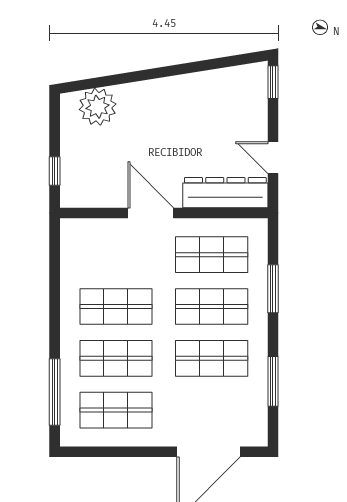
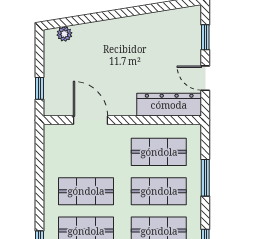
window: (273, 82) -> (205, 37), moved
plant: (98, 107) -> (64, 34), width x0.53, depth x0.53
door: (151, 213) -> (90, 120), moved

